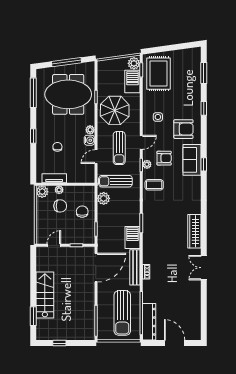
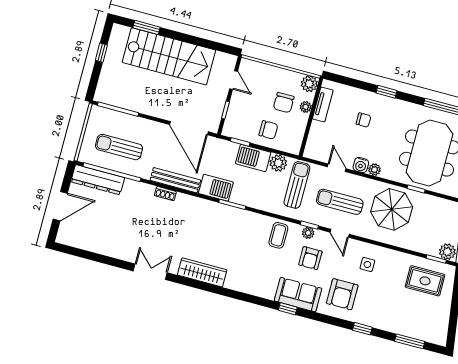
rug: (159, 74) -> (425, 281), width x0.73, depth x0.70
barbecue: (132, 82) -> (253, 158), moved, turned 180
stairs: (45, 295) -> (169, 56), width x1.36, depth x1.51
sun lounger: (122, 313) -> (119, 147), width x0.73, depth x0.75

